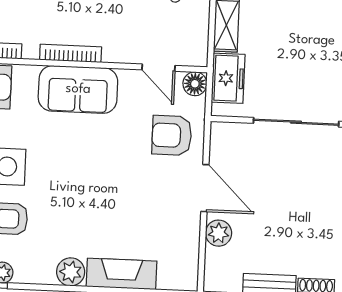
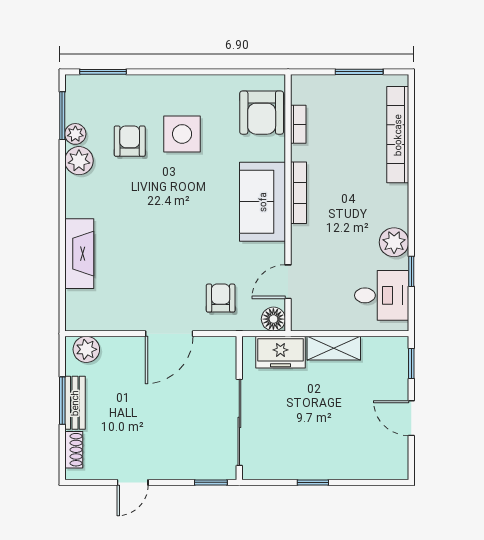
armchair: (172, 135) -> (221, 298), width x0.72, depth x0.72
plant: (219, 233) -> (86, 349), moved
plant: (71, 272) -> (79, 161), moved

